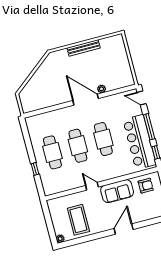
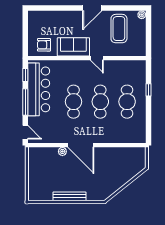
door: (124, 229) -> (92, 8), moved

